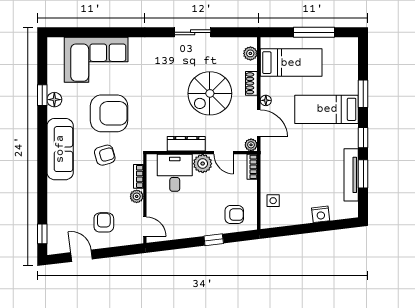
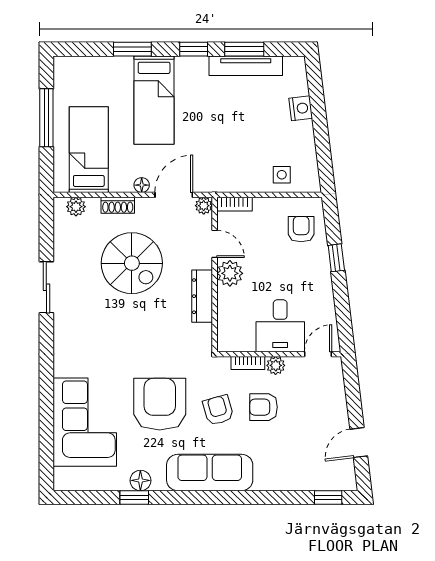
door: (224, 153) -> (215, 244), hinge flipped
desk: (175, 173) -> (280, 326), moved, turned -90
armchair: (104, 222) -> (264, 407), moved

